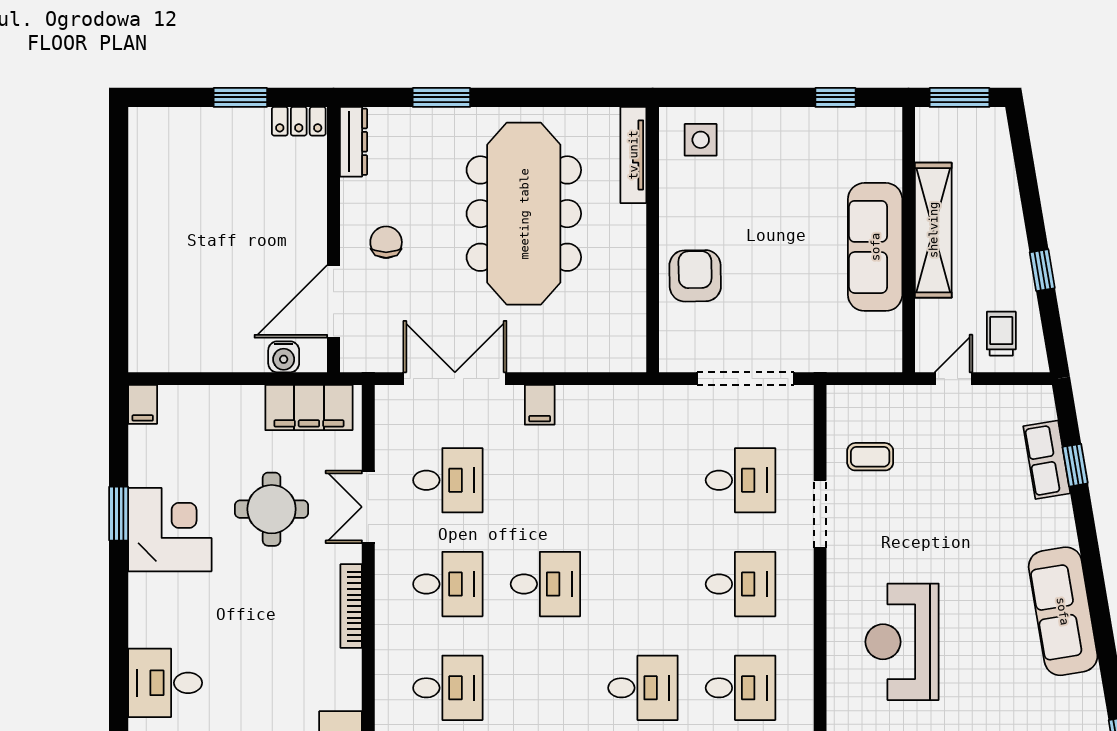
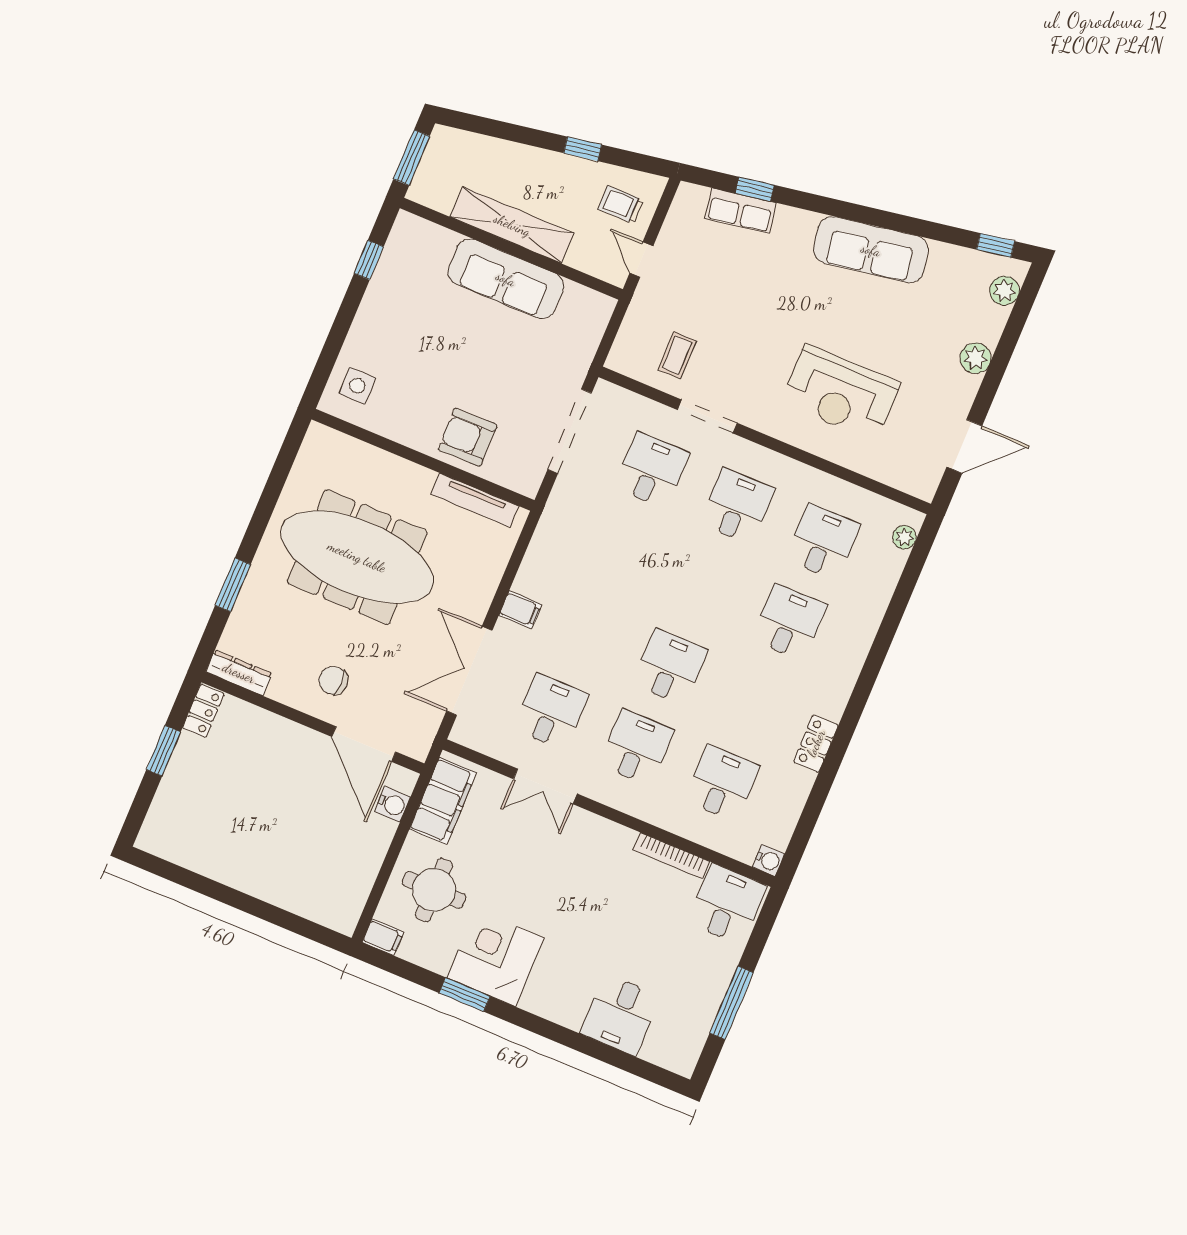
tv unit: (633, 155) -> (475, 500), moved
round table: (272, 509) -> (434, 890), moved
bookcase: (351, 606) -> (671, 856), moved

